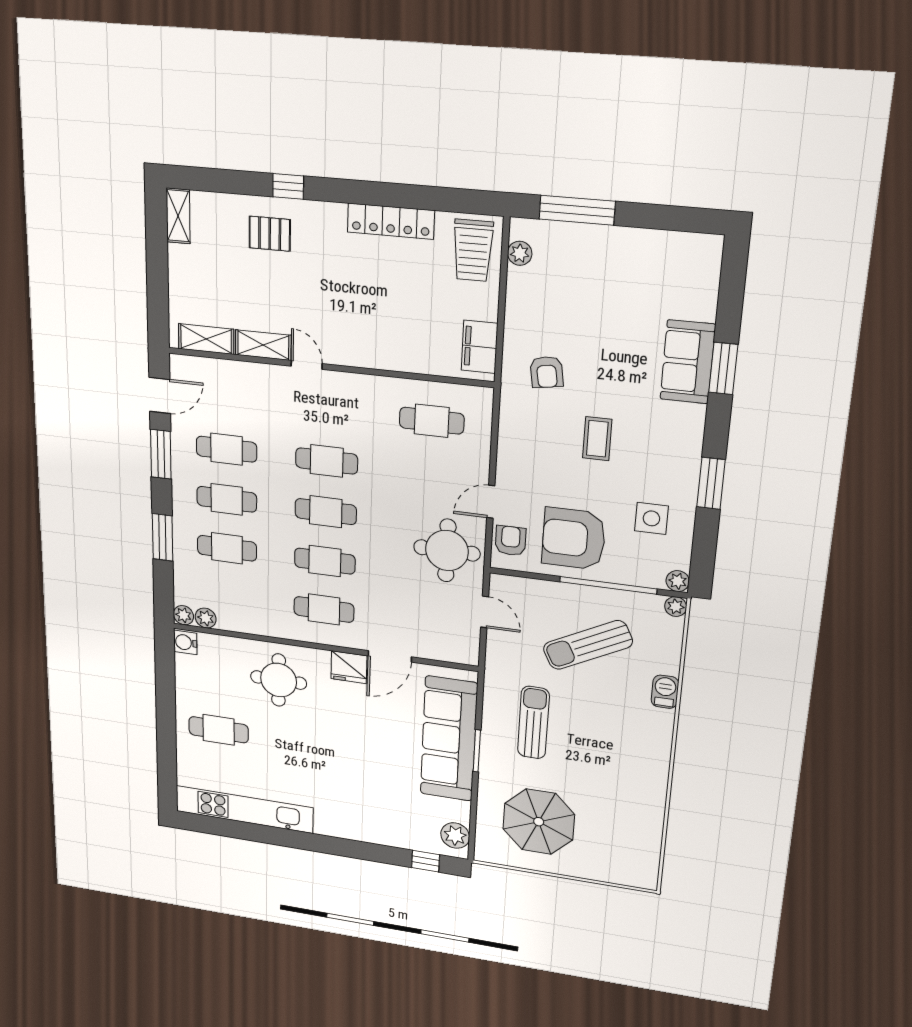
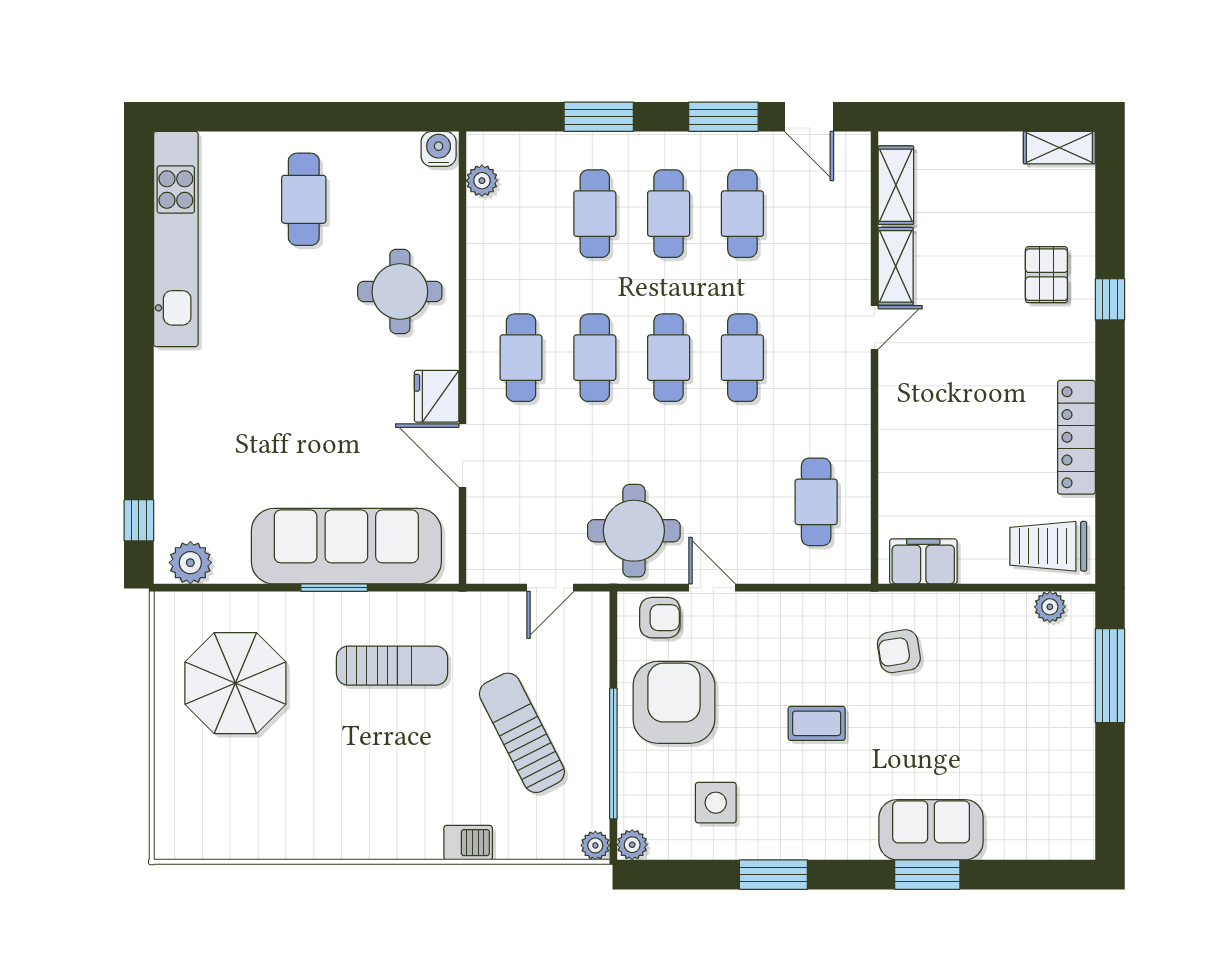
plant: (183, 615) -> (482, 147), removed

